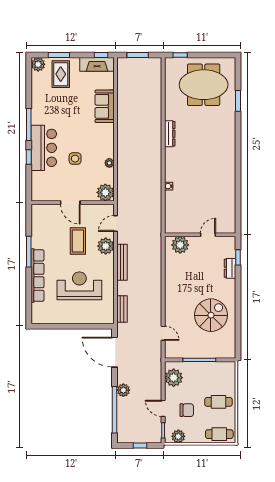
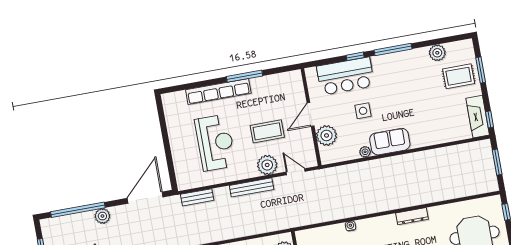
plant: (38, 64) -> (437, 53), moved
sofa: (105, 106) -> (390, 142), moved
bar counter: (44, 148) -> (346, 76), moved
plant: (105, 192) -> (327, 135), moved

